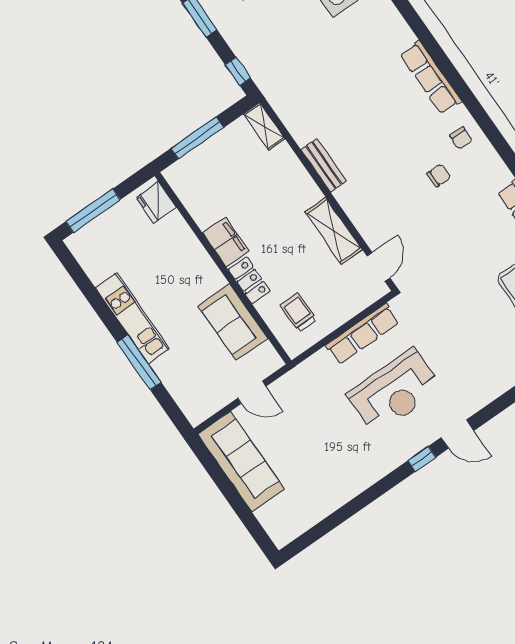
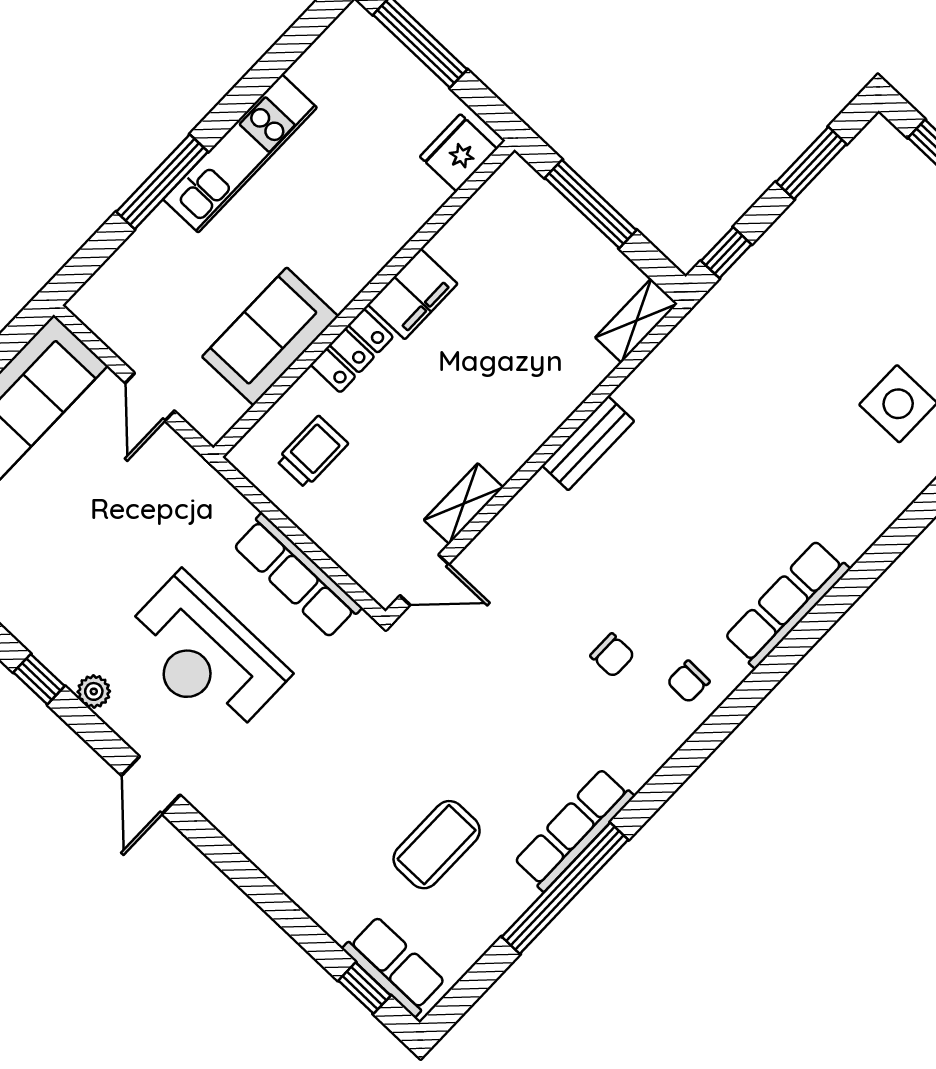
shelving: (334, 231) -> (464, 504), width x0.67, depth x0.75
plant: (402, 454) -> (94, 691), added
window: (422, 459) -> (39, 679), moved

